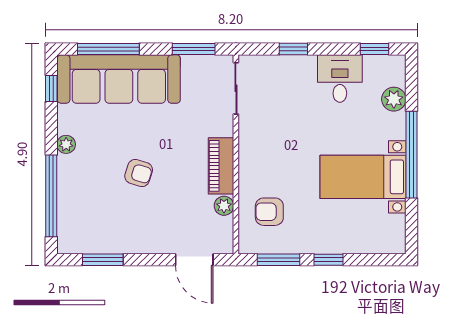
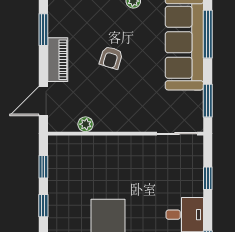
piano: (221, 166) -> (58, 60), moved, turned 90
armchair: (269, 212) -> (81, 160), removed
window: (278, 260) -> (43, 167), width x0.67

